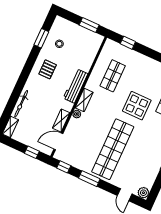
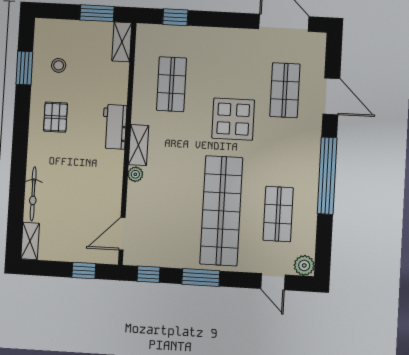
workbench: (76, 86) -> (114, 127), width x0.73
shelving: (61, 120) -> (122, 42), moved
shop shelf: (141, 162) -> (278, 214), added

